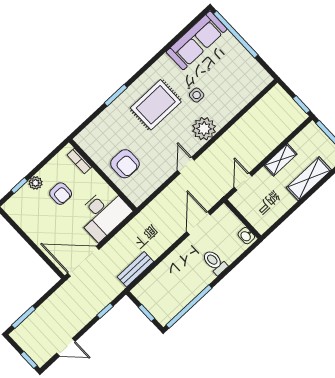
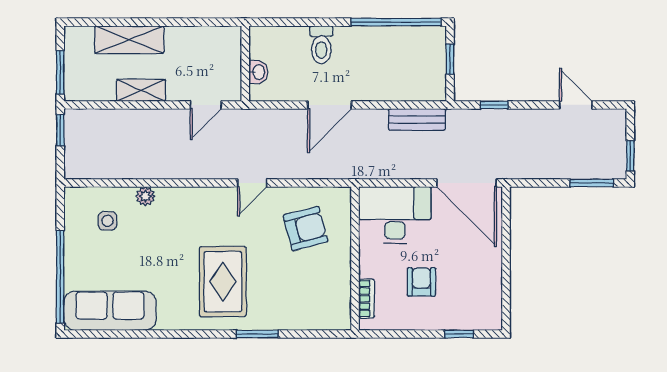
side table: (197, 95) -> (107, 221), moved
rug: (156, 105) -> (223, 282), turned 90
plant: (204, 129) -> (145, 196), moved, width x0.53, depth x0.53
armchair: (125, 164) -> (305, 229), moved, turned 75
plant: (36, 183) -> (438, 320), removed
door: (198, 223) -> (330, 105), moved
washbasin: (246, 236) -> (258, 72), moved
window: (29, 360) -> (630, 156), moved

